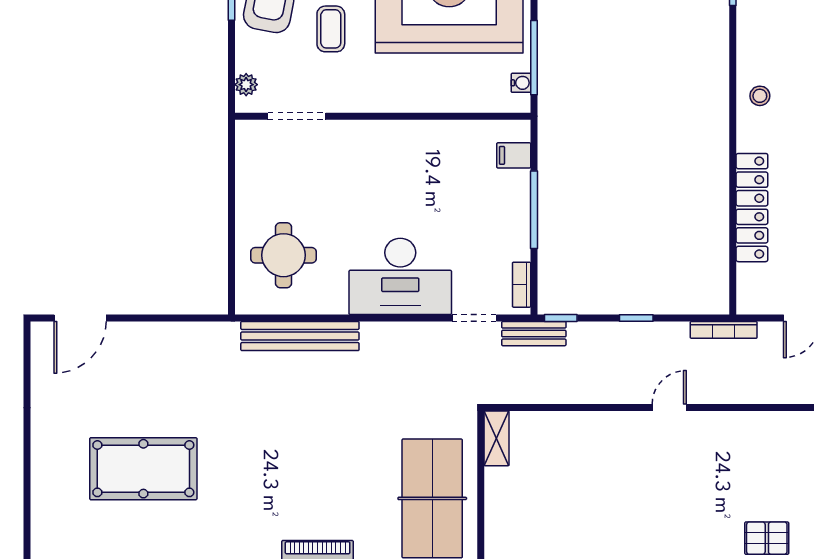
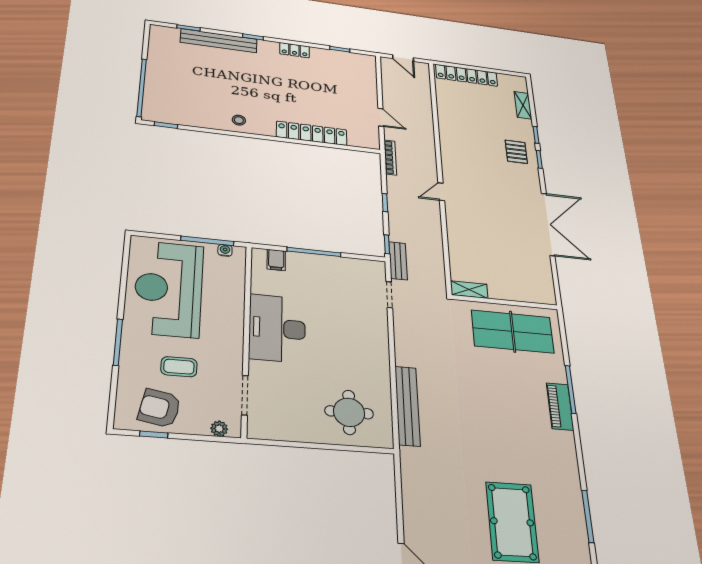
desk: (400, 276) -> (277, 328), moved, turned 180
bookcase: (522, 285) -> (365, 264), removed
door: (669, 408) -> (441, 192), hinge flipped

